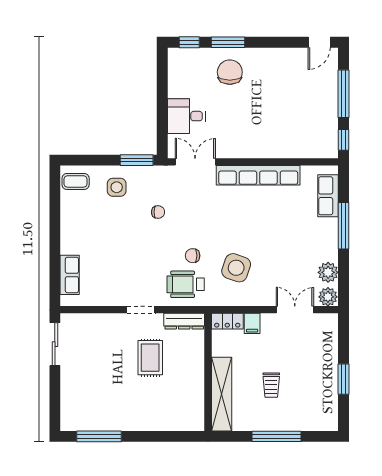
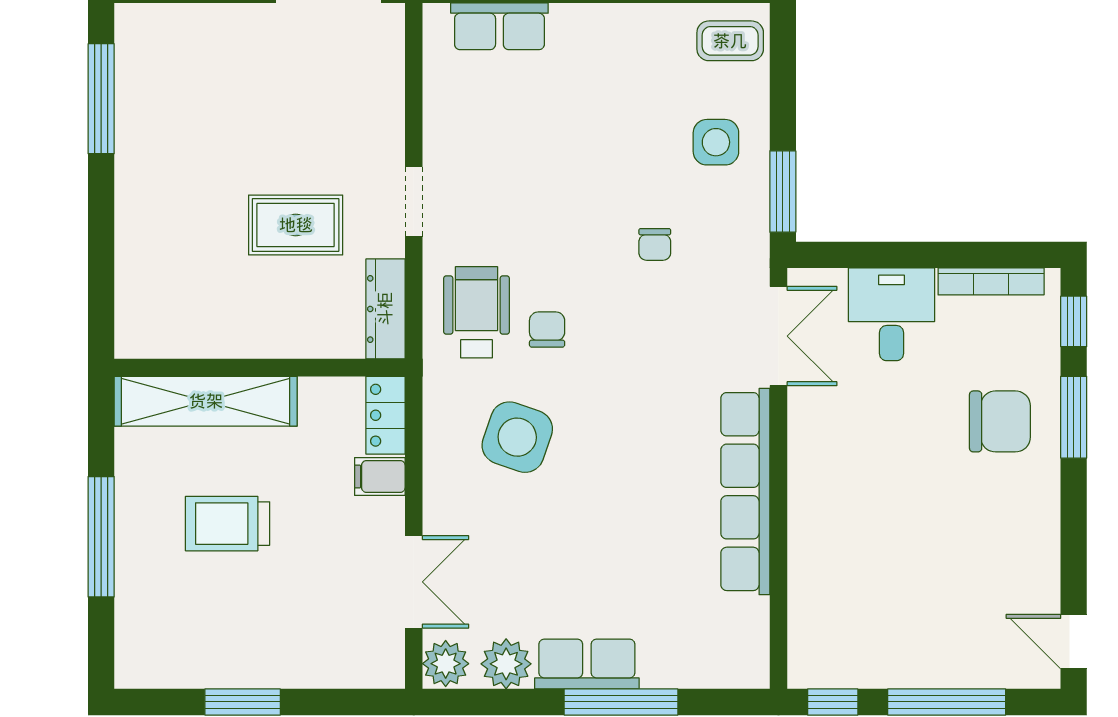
bookcase: (173, 76) -> (991, 281), added
coffee table: (76, 181) -> (730, 41), turned 90
row of seats: (328, 196) -> (587, 664), moved
trolley: (271, 385) -> (228, 524), width x1.36, depth x1.39

